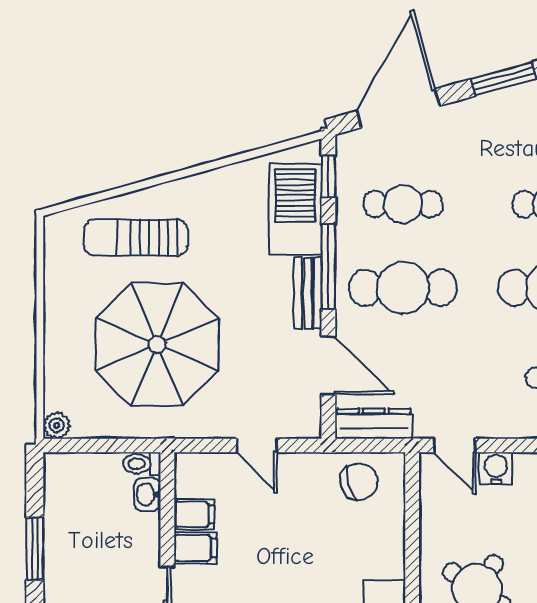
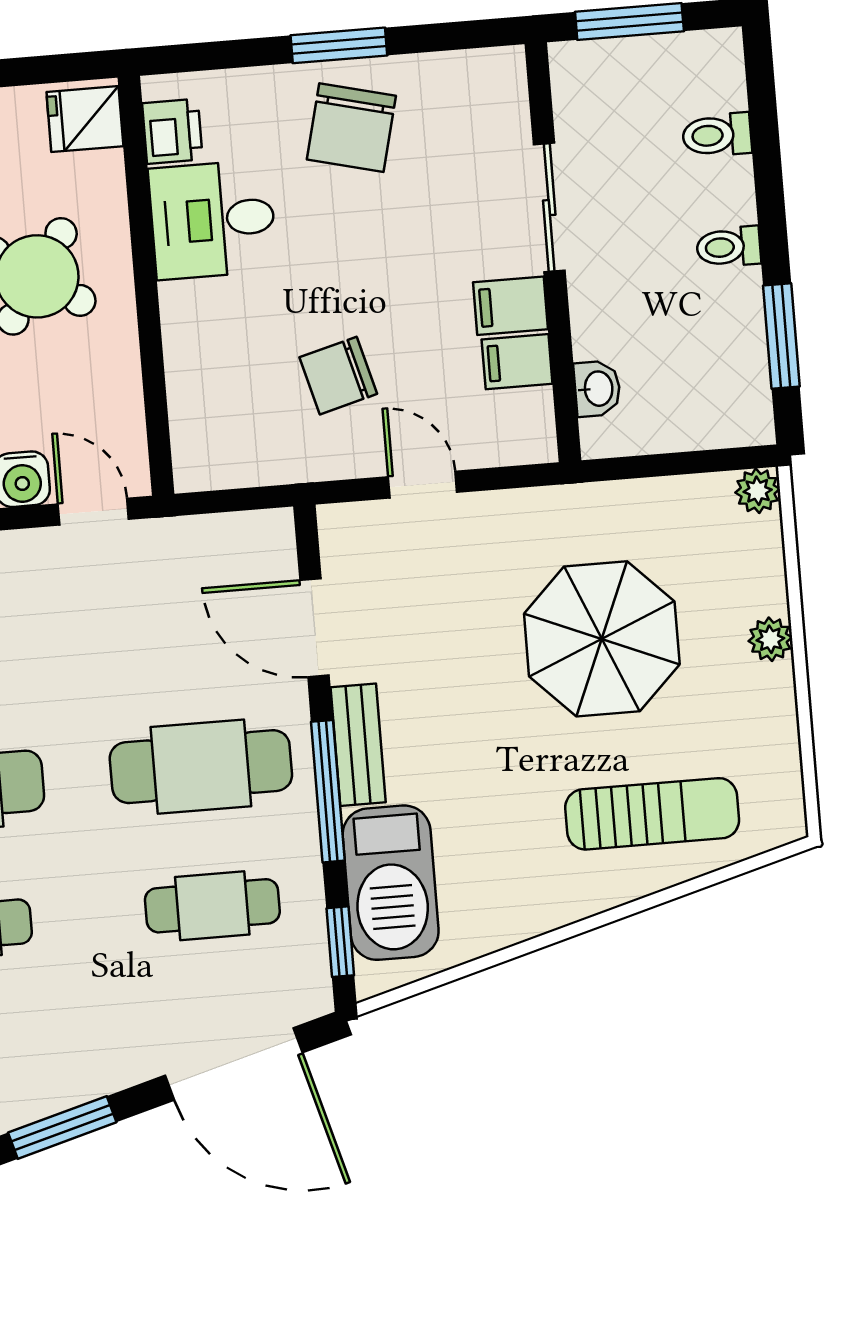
door: (398, 108) -> (234, 1064), hinge flipped
plant: (56, 336) -> (770, 639), added
parasol: (157, 344) -> (602, 639), width x0.73, depth x0.73
dresser: (374, 424) -> (231, 537), removed
toilet: (142, 464) -> (729, 247), moved, turned 180
chair: (359, 482) -> (338, 376), moved
window: (35, 549) -> (781, 336), moved

